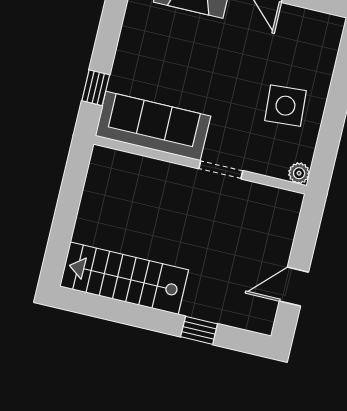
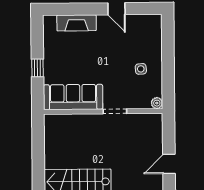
window: (96, 88) -> (37, 68), moved
side table: (285, 106) -> (141, 69), width x0.54, depth x0.54

